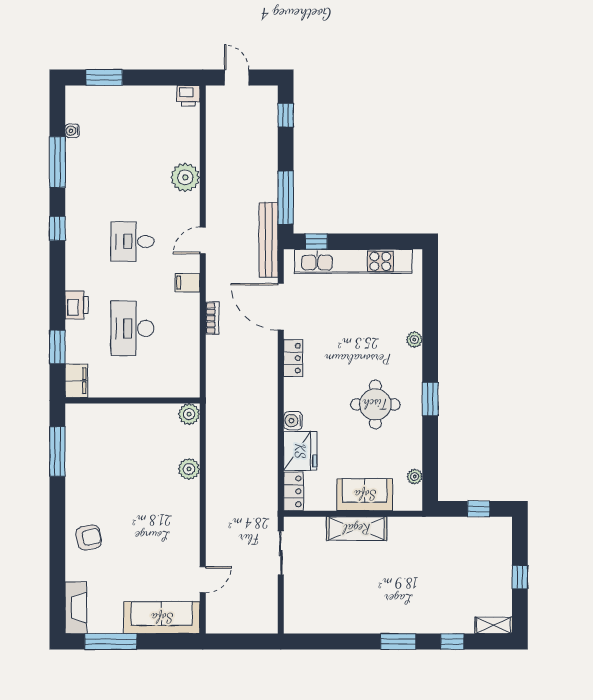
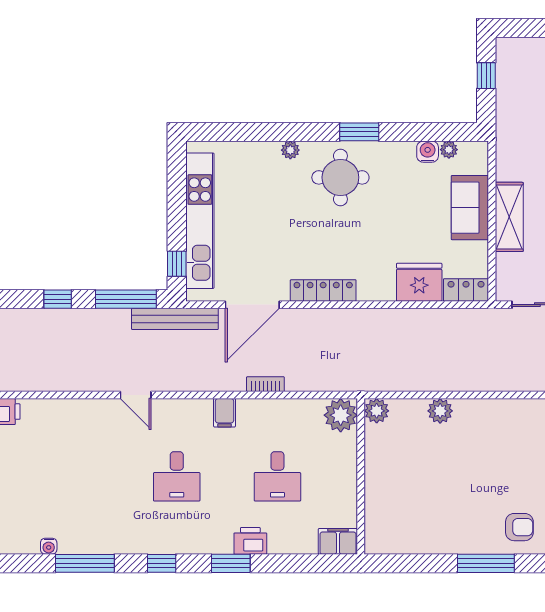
window: (286, 115) -> (58, 299), moved
plant: (185, 177) -> (341, 415), moved
door: (203, 241) -> (136, 395), moved
desk: (132, 328) -> (277, 476), width x0.73
window: (57, 347) -> (231, 563), moved
locker: (293, 358) -> (323, 290), width x1.53
round table: (375, 404) -> (340, 177), moved
water cooler: (293, 421) -> (428, 152), moved, turned 180
window: (57, 452) -> (486, 563), moved
armchair: (89, 537) -> (519, 527), turned 101

